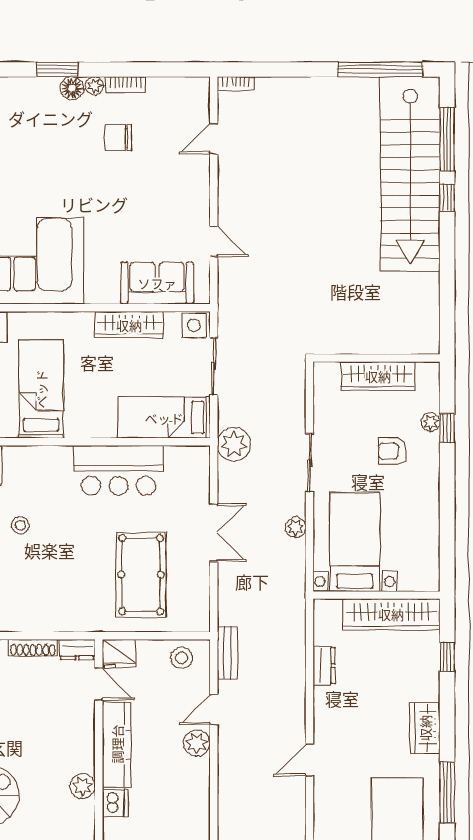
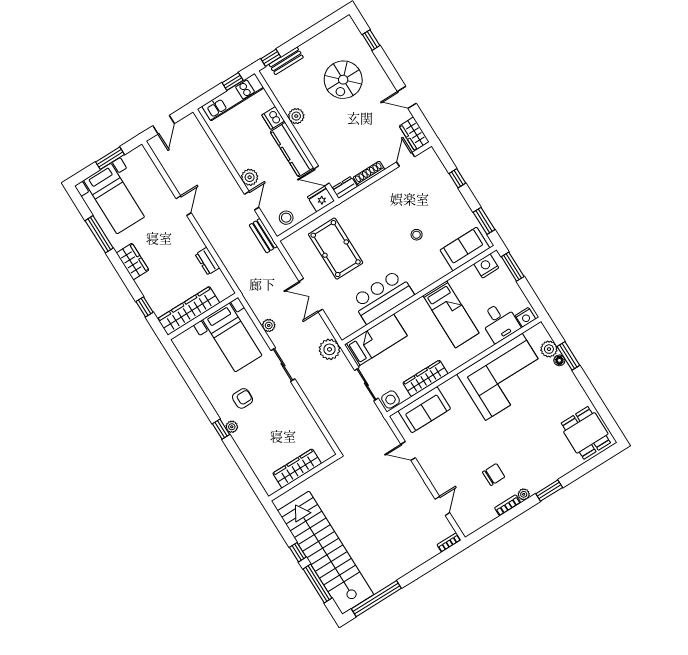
floor lamp: (72, 88) -> (535, 485), removed
wall: (377, 358) -> (304, 478), moved
wardrobe: (378, 376) -> (297, 468), moved

